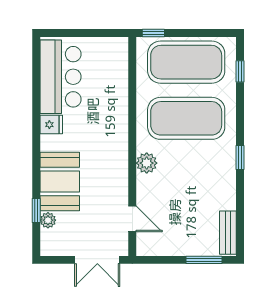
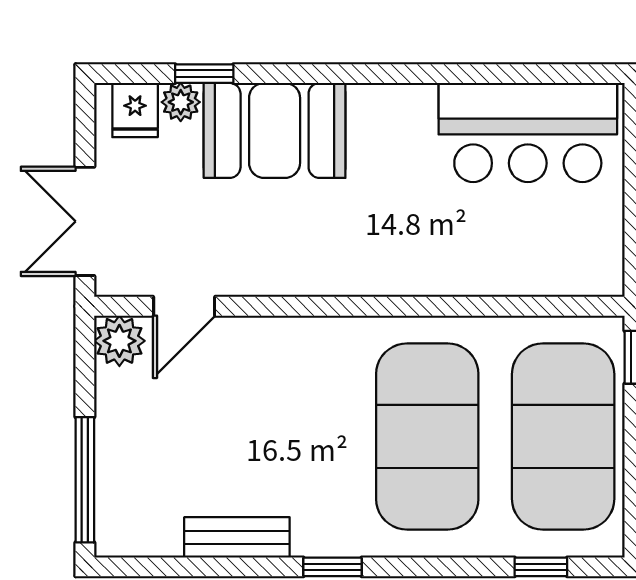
fridge: (51, 125) -> (135, 110), moved
plant: (147, 163) -> (119, 341), moved
bench: (228, 233) -> (237, 537), moved
window: (204, 260) -> (85, 480), width x1.44

